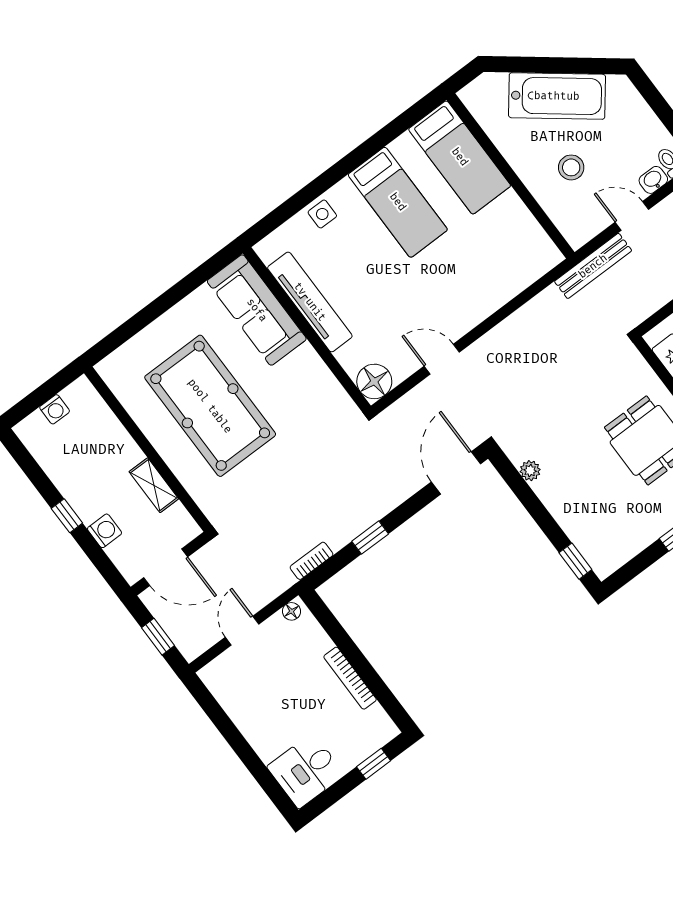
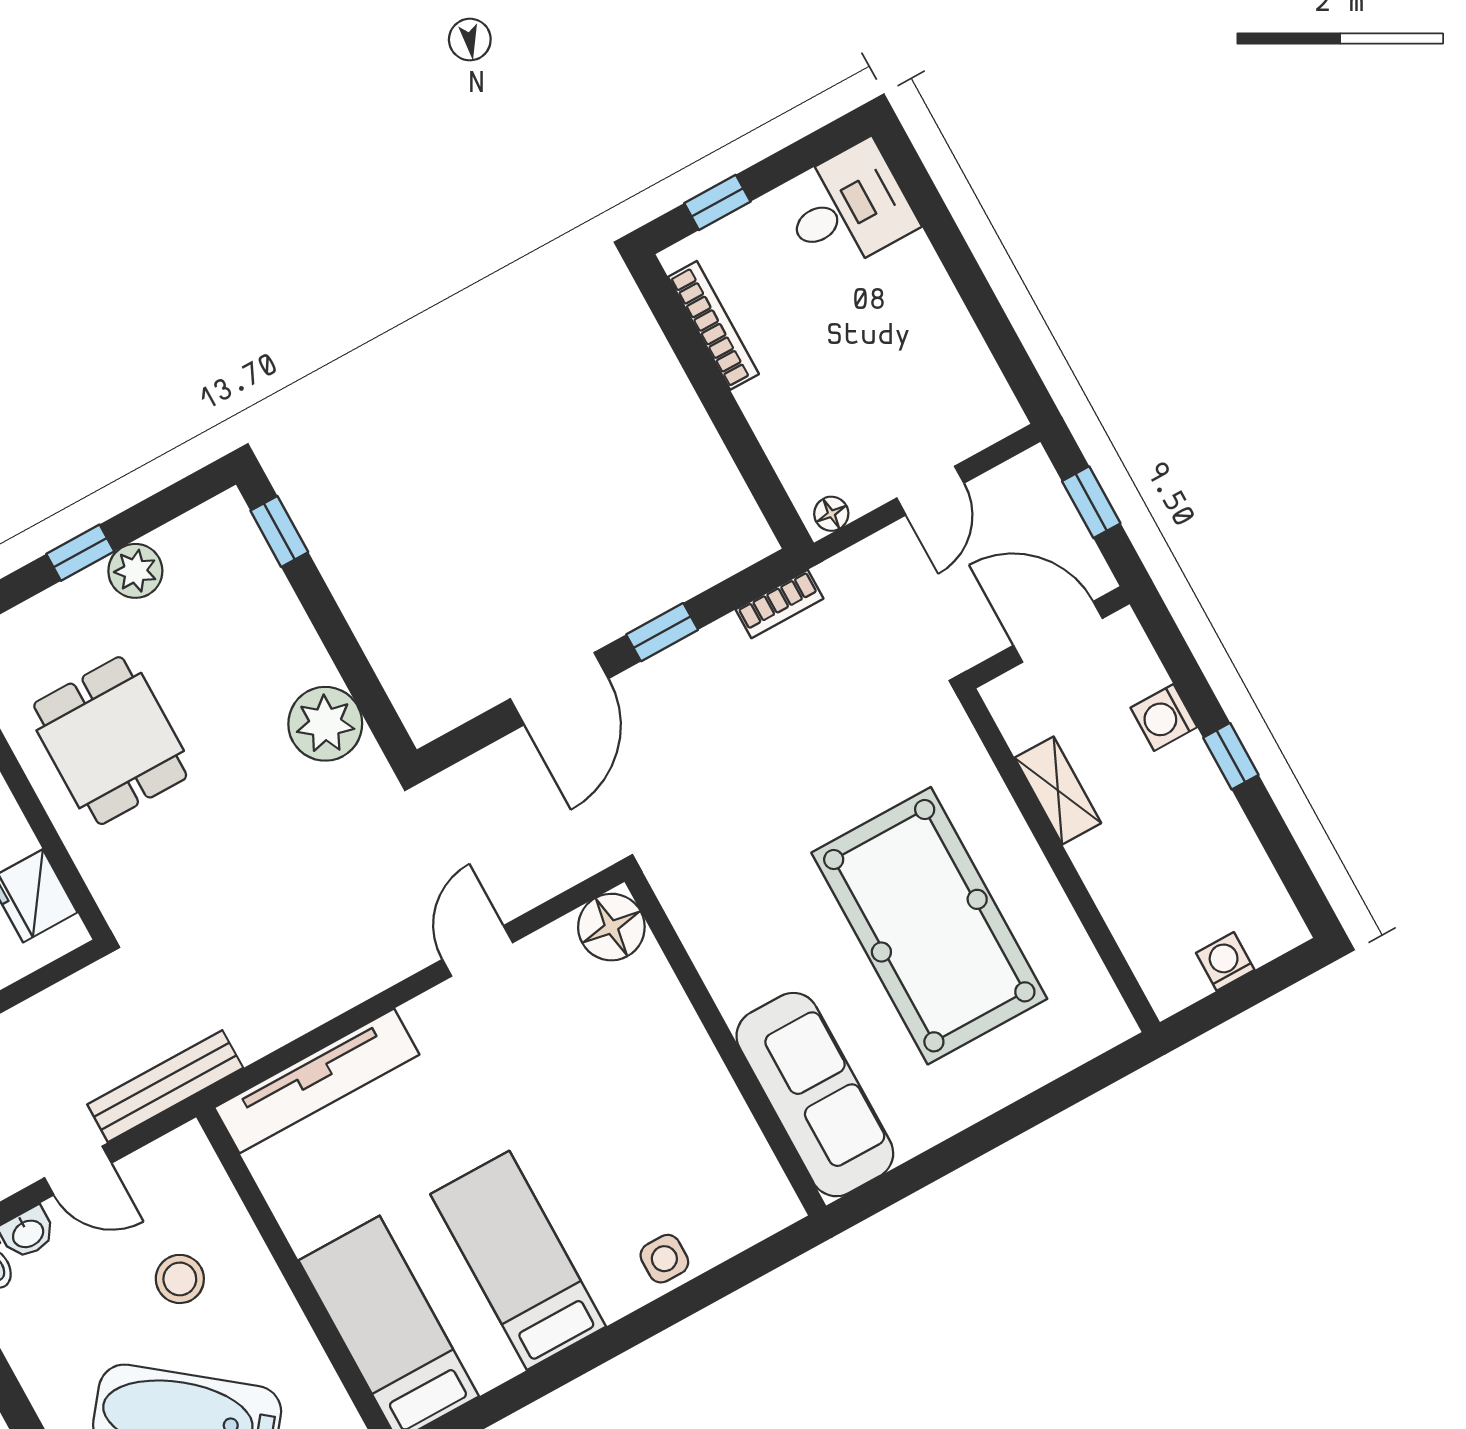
tv unit: (310, 302) -> (317, 1081), moved, turned -90
door: (442, 359) -> (477, 951), swing flipped
plant: (530, 471) -> (325, 724), width x1.88, depth x1.88
door: (456, 473) -> (559, 689), moved
plant: (647, 530) -> (135, 571), added
bookcase: (350, 678) -> (713, 325), moved

